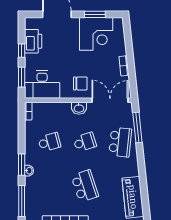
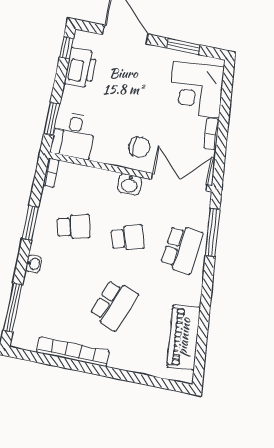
corner desk: (96, 34) -> (196, 90), moved, turned 84
window: (22, 51) -> (67, 48), moved
desk: (42, 85) -> (73, 135), width x0.73
window: (22, 165) -> (30, 223), moved
school desk: (85, 186) -> (114, 305), turned 39

